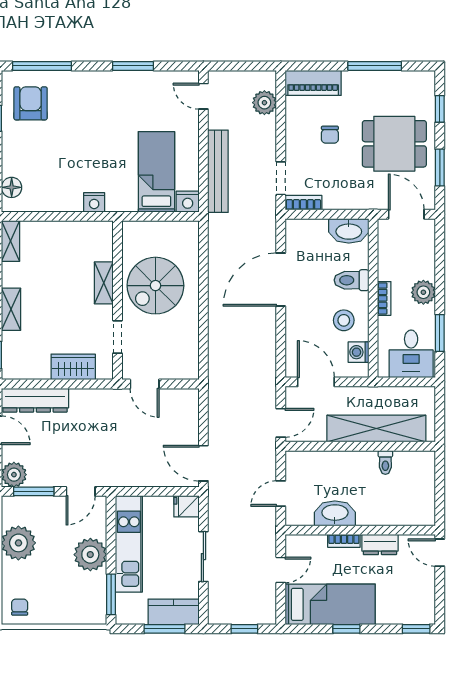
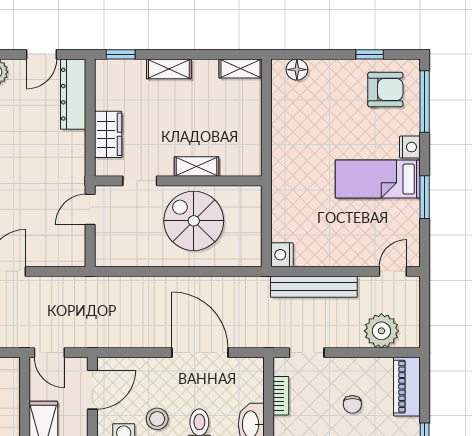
plant: (264, 103) -> (381, 331), width x1.36, depth x1.36
chair: (330, 135) -> (352, 404), turned -90
bed: (156, 172) -> (378, 179), moved, turned 180
nightstand: (94, 202) -> (410, 147), moved, turned 180
bookcase: (303, 203) -> (281, 396), moved

